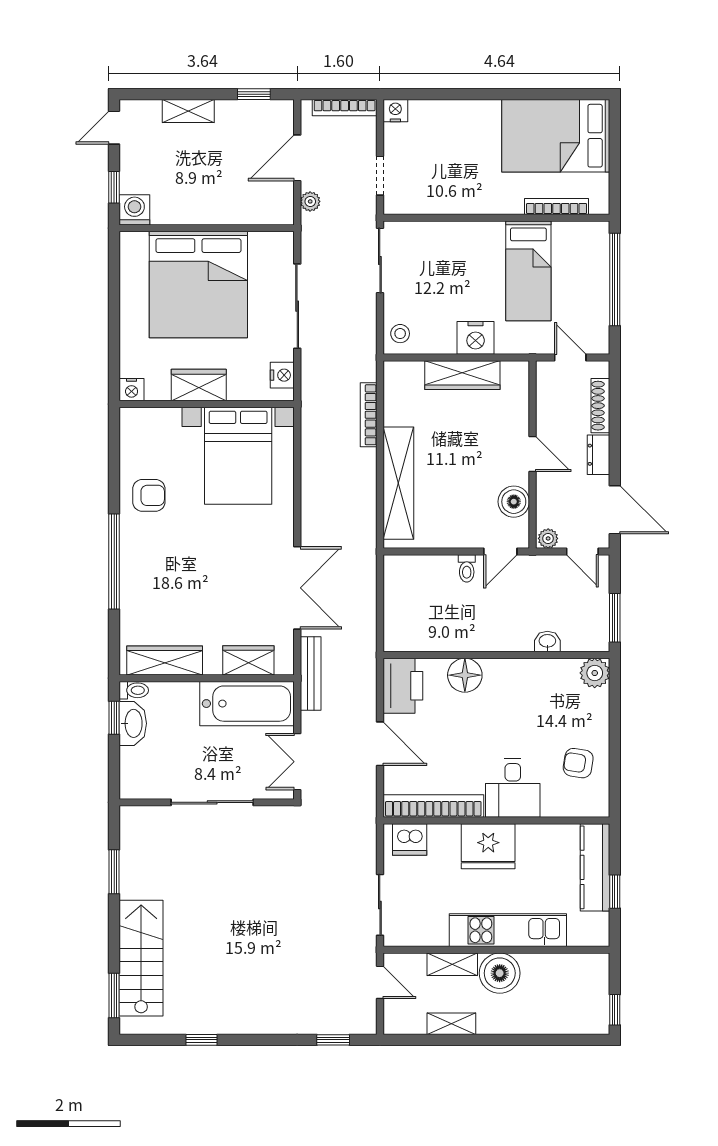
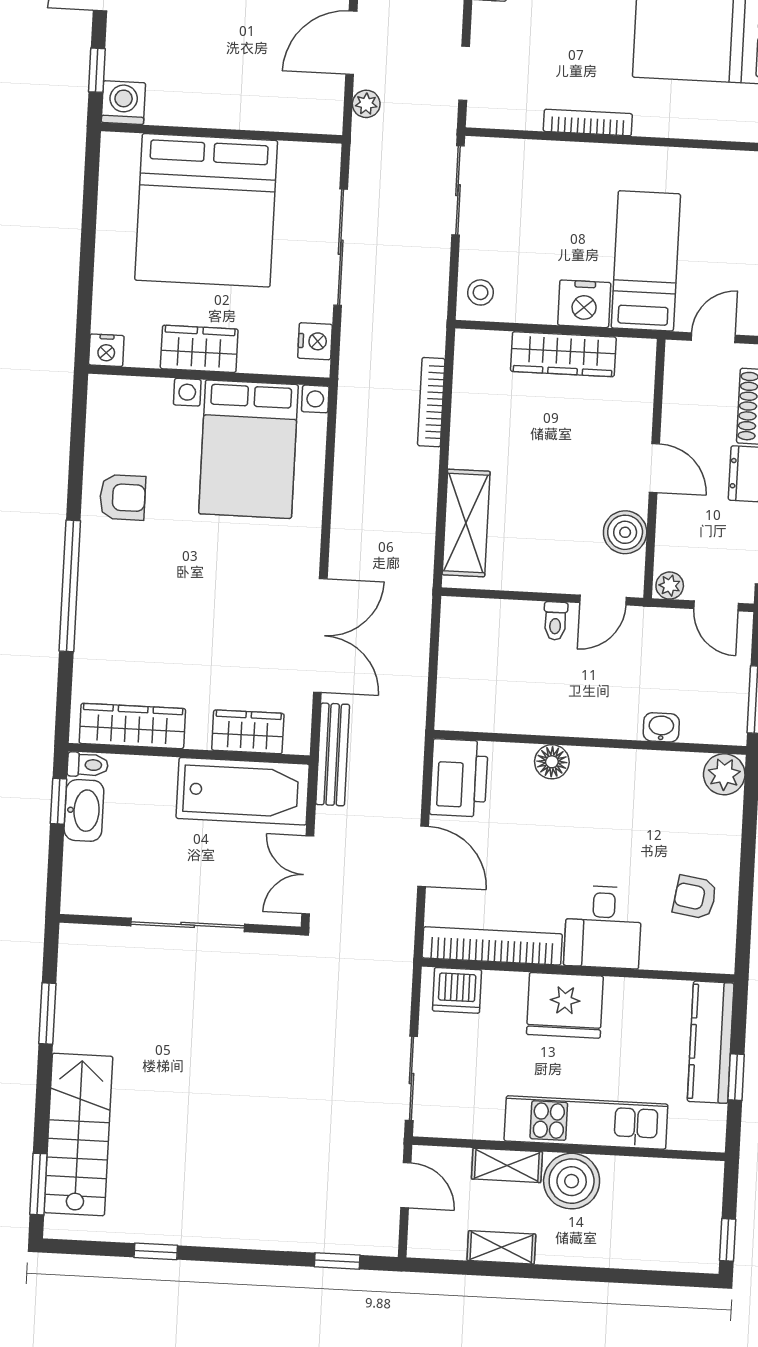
bookcase: (557, 207) -> (588, 123), moved
bed: (528, 271) -> (646, 261), moved, turned 180
door: (570, 357) -> (713, 338), hinge flipped
shelving: (398, 483) -> (466, 523), width x0.68
floor lamp: (465, 675) -> (552, 762), width x0.73, depth x0.73

